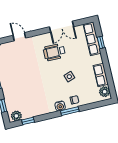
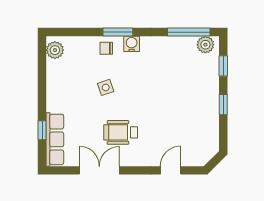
door: (19, 37) -> (171, 170), swing flipped
wheelchair: (54, 52) -> (121, 132), turned 180
row of seats: (101, 75) -> (55, 78), removed
window: (28, 121) -> (189, 32), width x2.17

